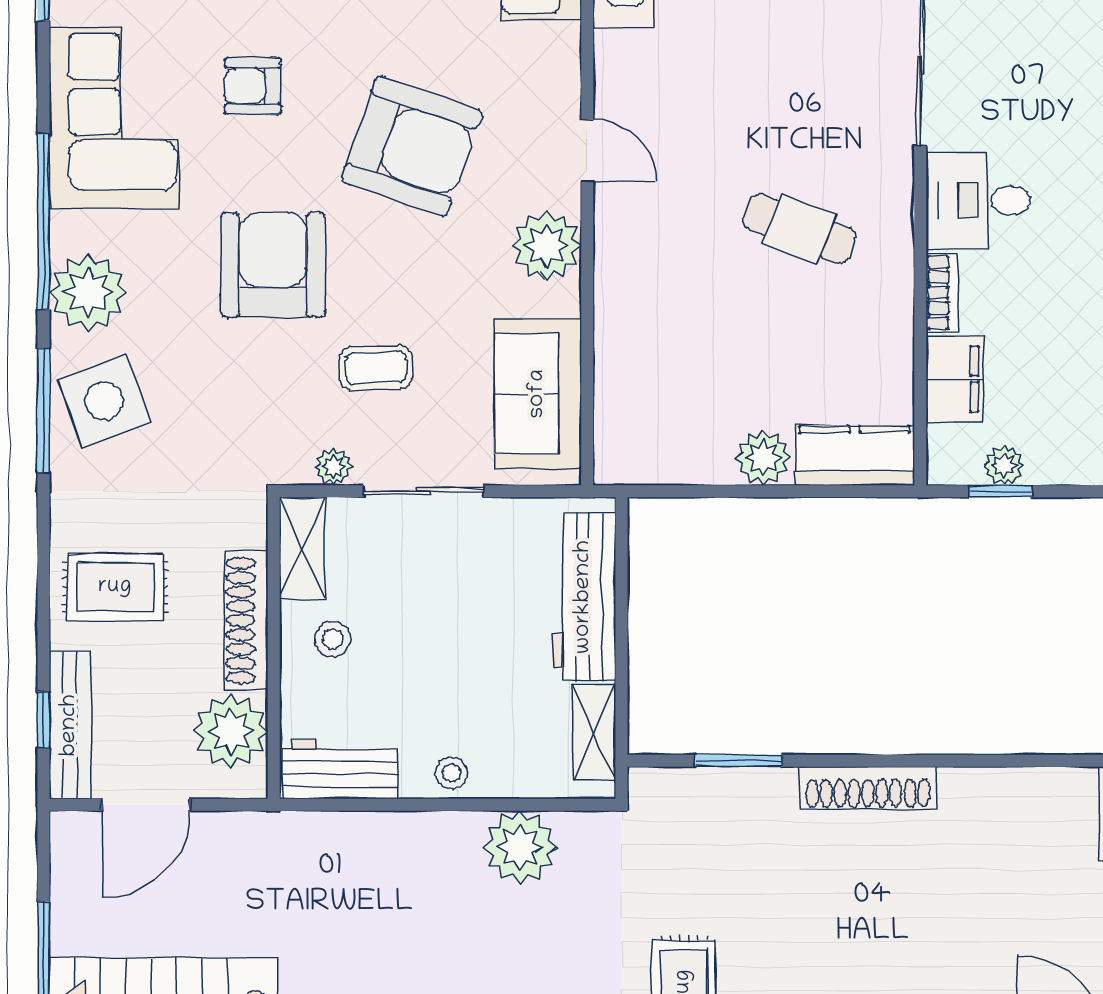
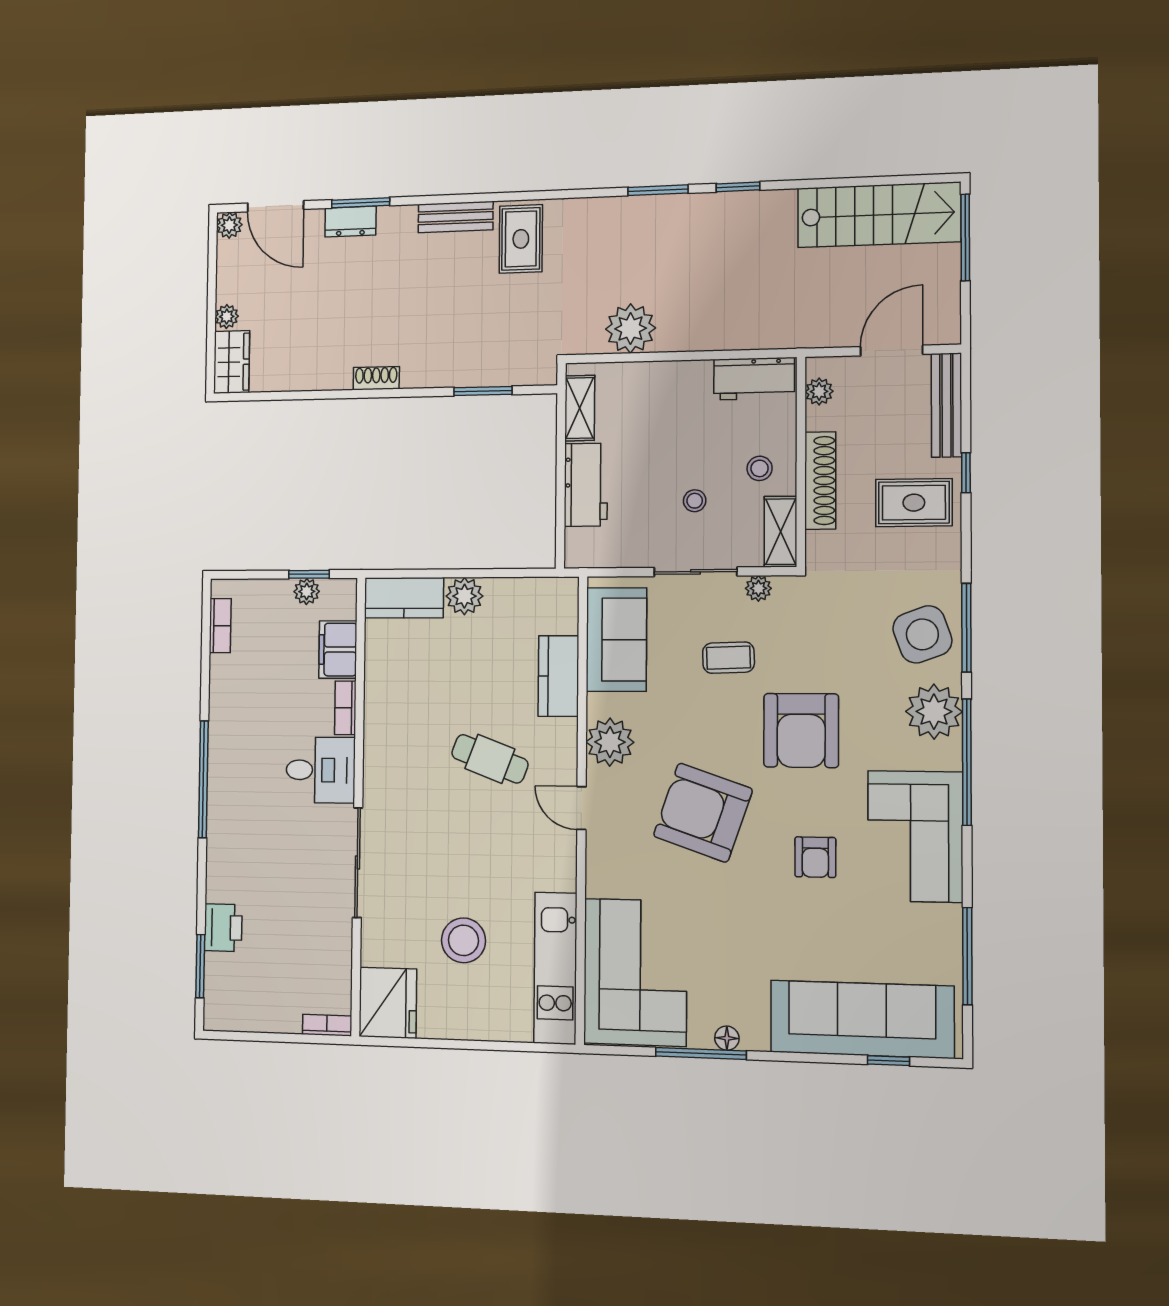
armchair: (253, 86) -> (815, 857), turned 90
cafe table: (799, 229) -> (490, 759), moved
kitchen counter: (622, 341) -> (558, 676), added
workbench: (584, 597) -> (586, 485), width x0.73
window: (43, 720) -> (966, 473), moved
plant: (231, 731) -> (819, 391), width x0.53, depth x0.53
stool: (452, 773) -> (695, 501), moved
shoe rack: (868, 788) -> (376, 378), width x0.51, depth x0.81

